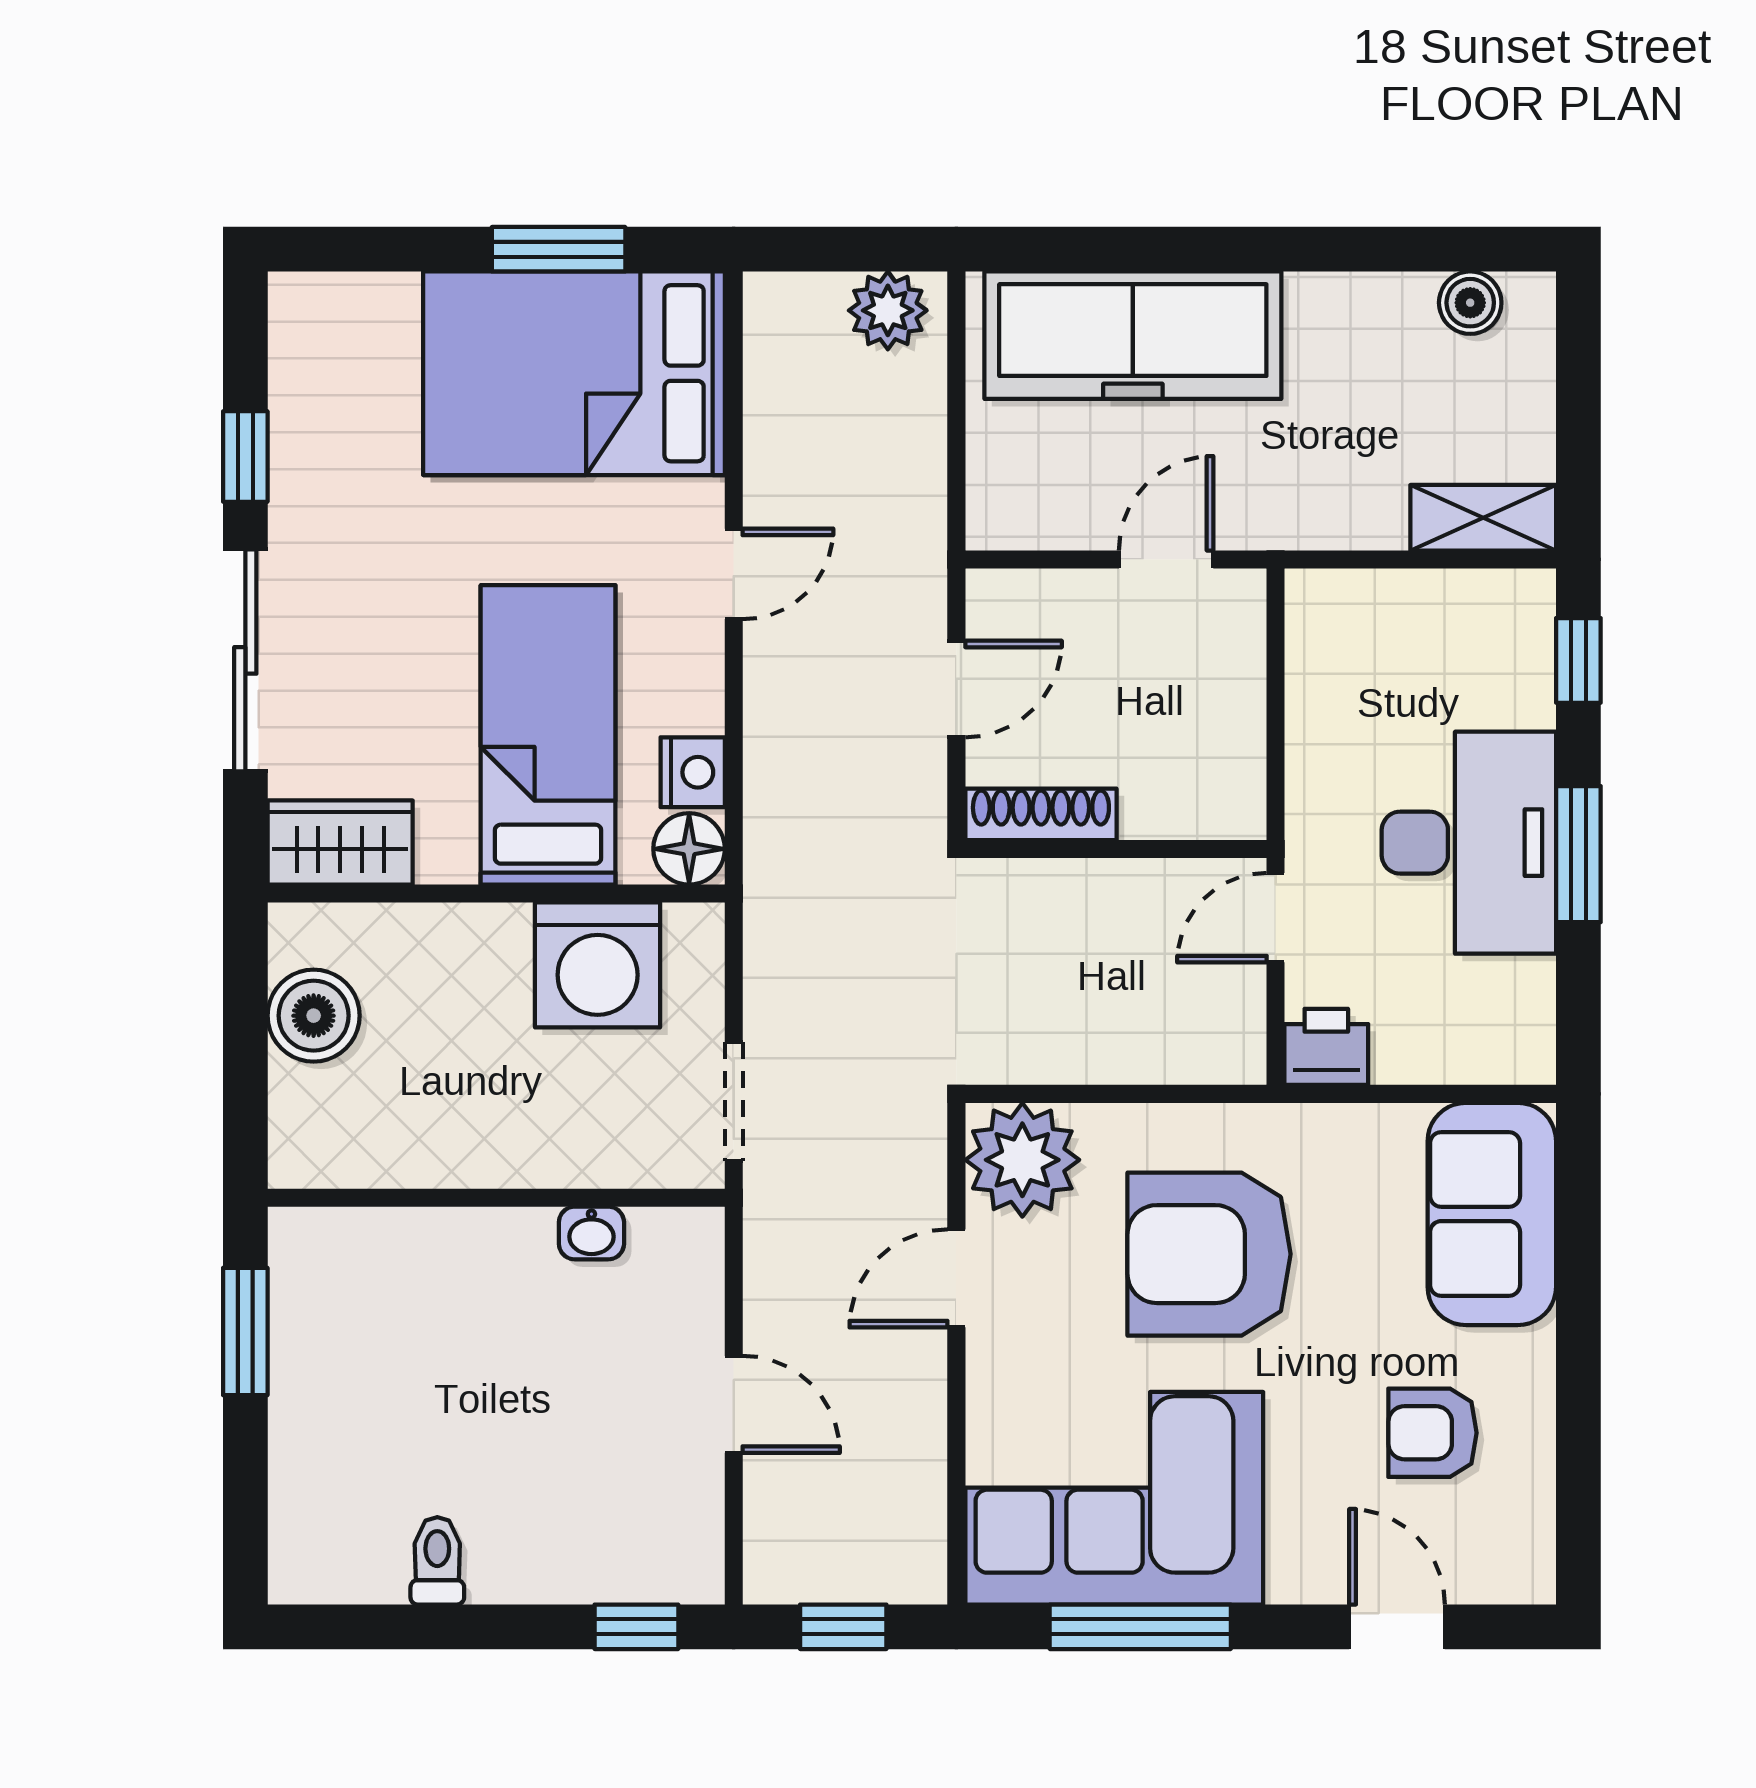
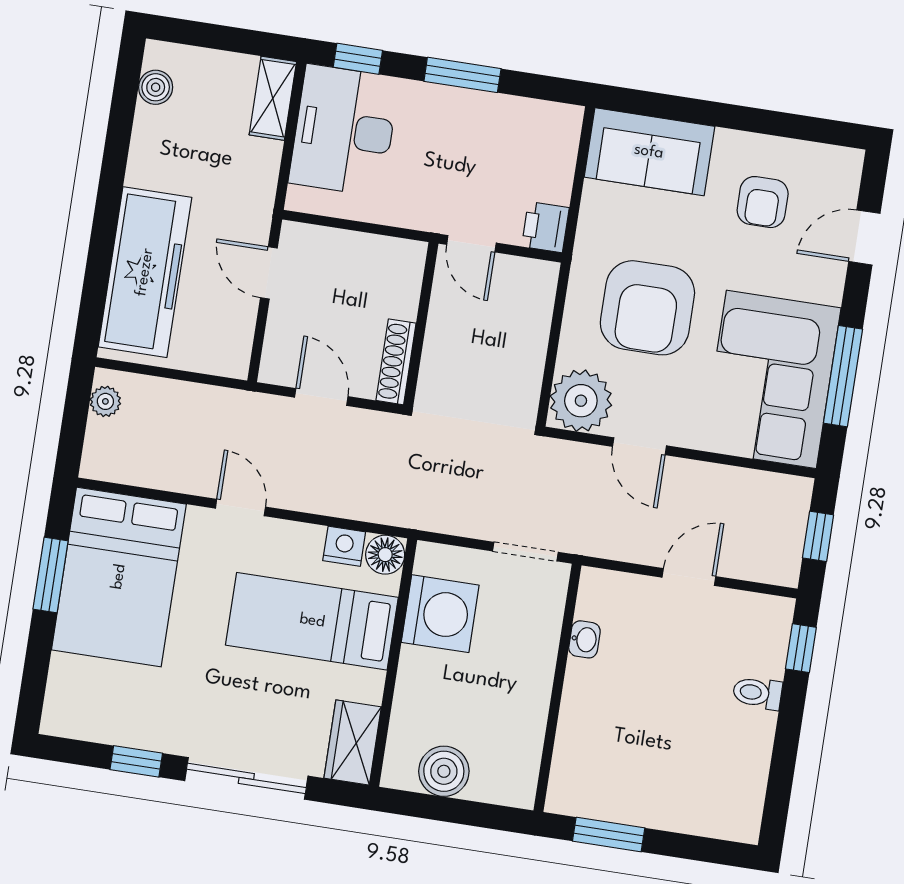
plant: (888, 310) -> (105, 401), width x0.73, depth x0.73
desk: (1469, 843) -> (344, 130), moved, turned -90
toilet: (437, 1561) -> (757, 693), moved

